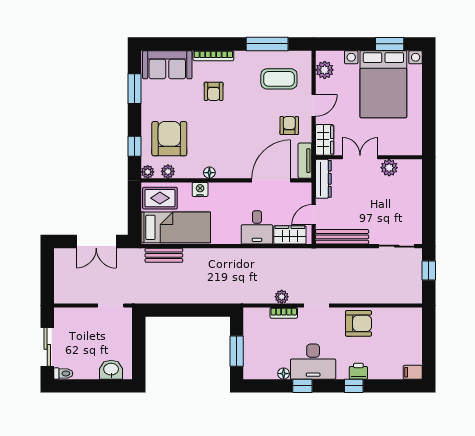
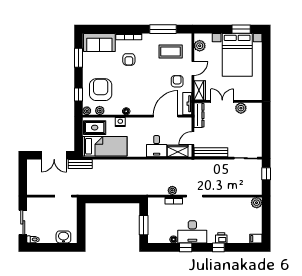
bench: (164, 255) -> (80, 164), moved
plant: (414, 316) -> (257, 203), added
armchair: (358, 323) -> (221, 207), removed

